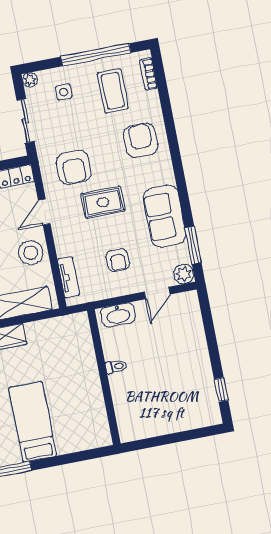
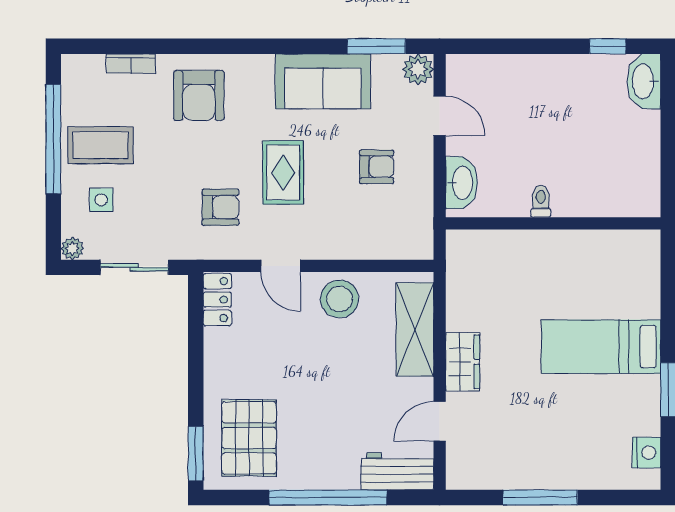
bookcase: (149, 74) -> (131, 64), moved
coffee table: (113, 91) -> (100, 145), moved
armchair: (141, 140) -> (199, 95), turned -90
armchair: (74, 167) -> (220, 207), width x0.72, depth x0.72
tv unit: (69, 277) -> (389, 248), removed
washbasin: (204, 416) -> (644, 81), added

